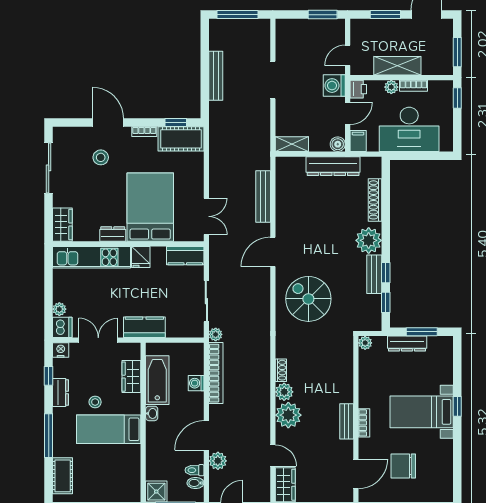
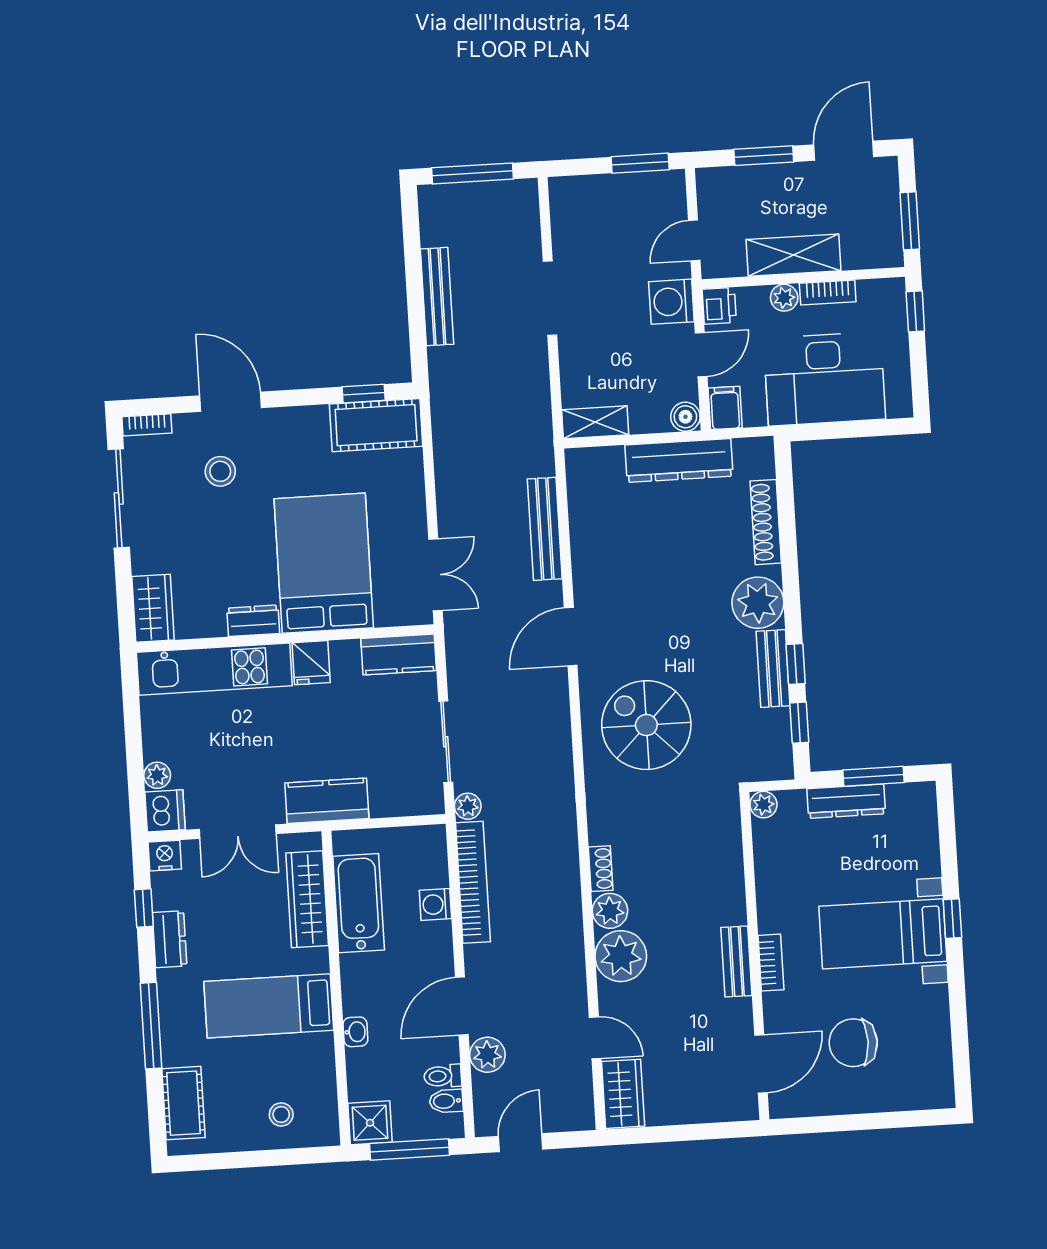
bookcase: (144, 132) -> (147, 425), moved
double door: (98, 340) -> (238, 832), swing flipped
wardrobe: (131, 377) -> (307, 899), width x1.50
stool: (95, 402) -> (281, 1115), moved
washbasin: (152, 413) -> (355, 1032), moved

